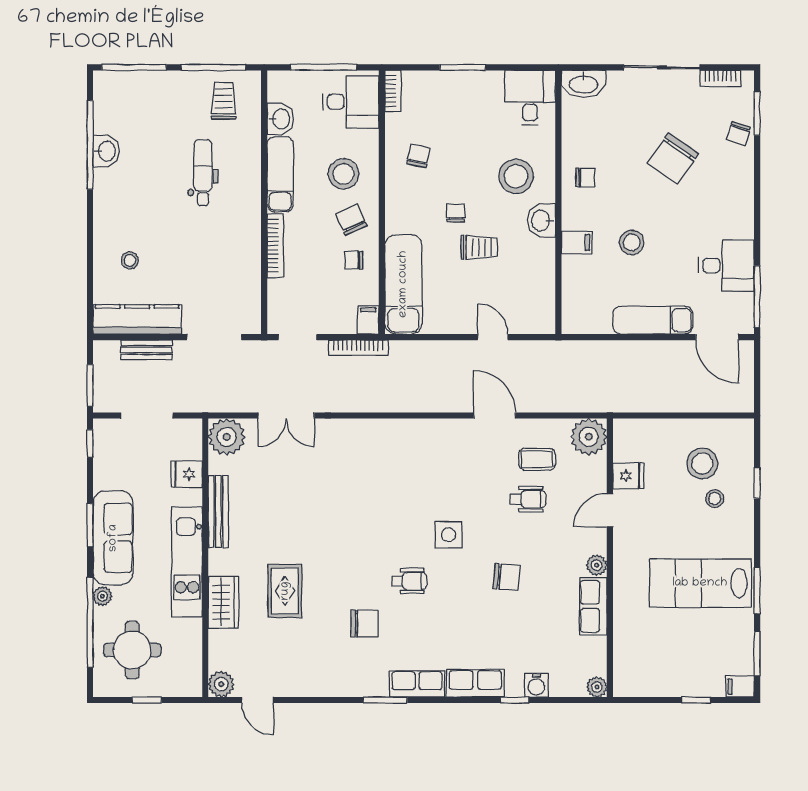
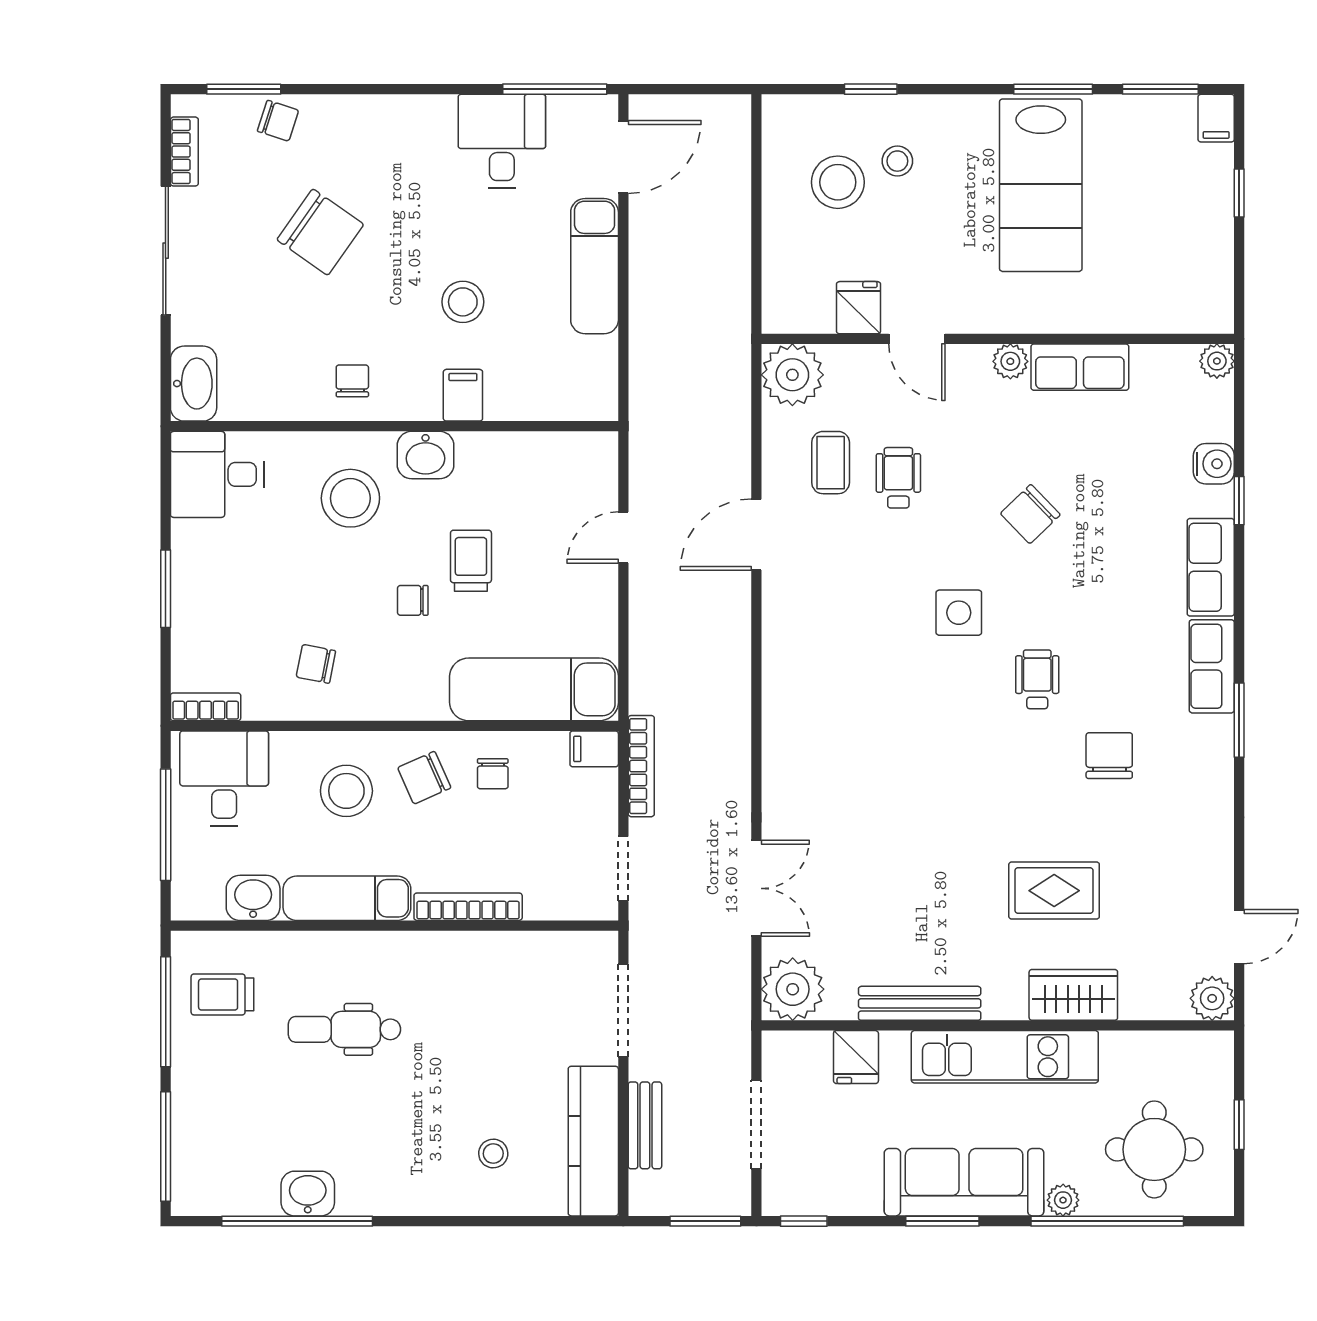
chair: (507, 577) -> (1030, 514), turned -139

